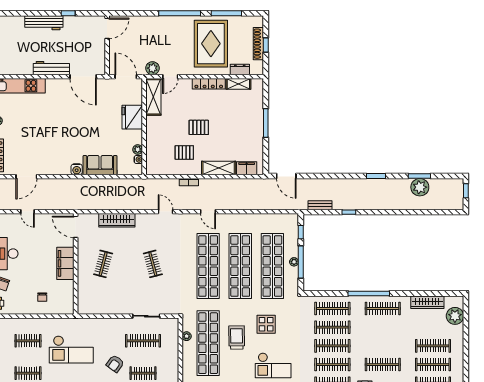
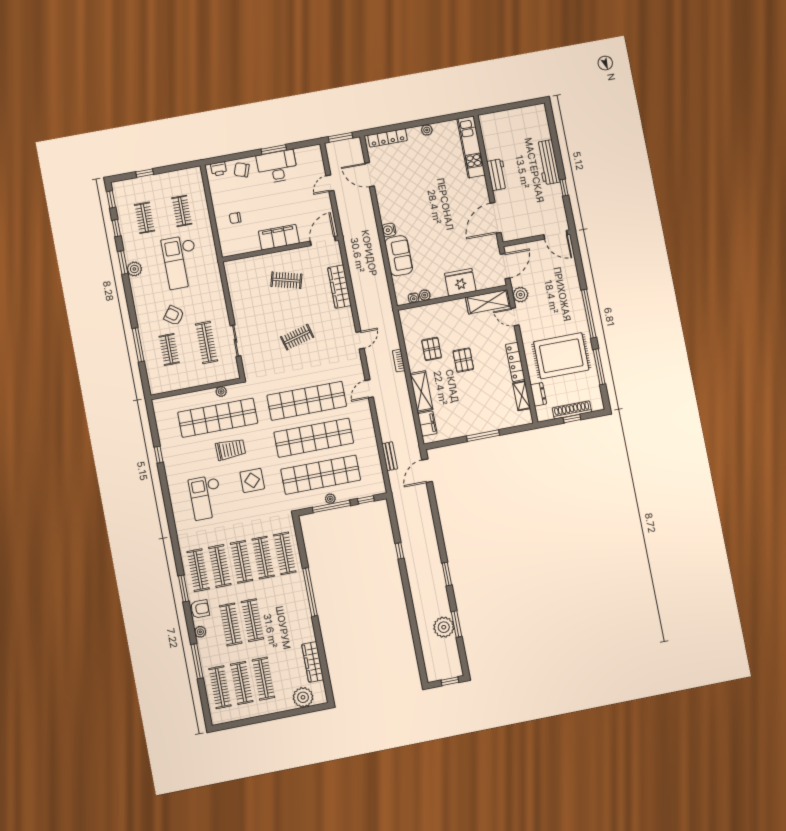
workbench: (51, 68) -> (497, 175), width x0.73
bench: (320, 205) -> (390, 456), moved
clothes rail: (383, 309) -> (252, 620), moved

